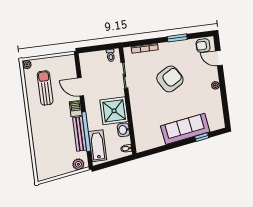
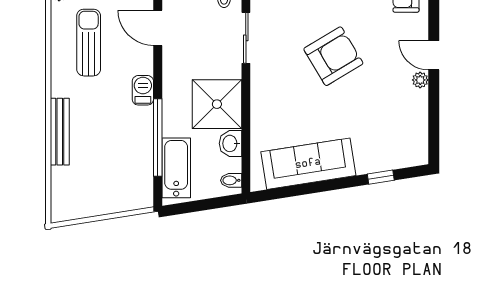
door: (219, 58) -> (434, 55), moved
door: (81, 87) -> (158, 28), moved
sofa: (185, 129) -> (308, 164), moved
bench: (80, 134) -> (60, 132), moved
plant: (78, 164) -> (134, 199), removed

